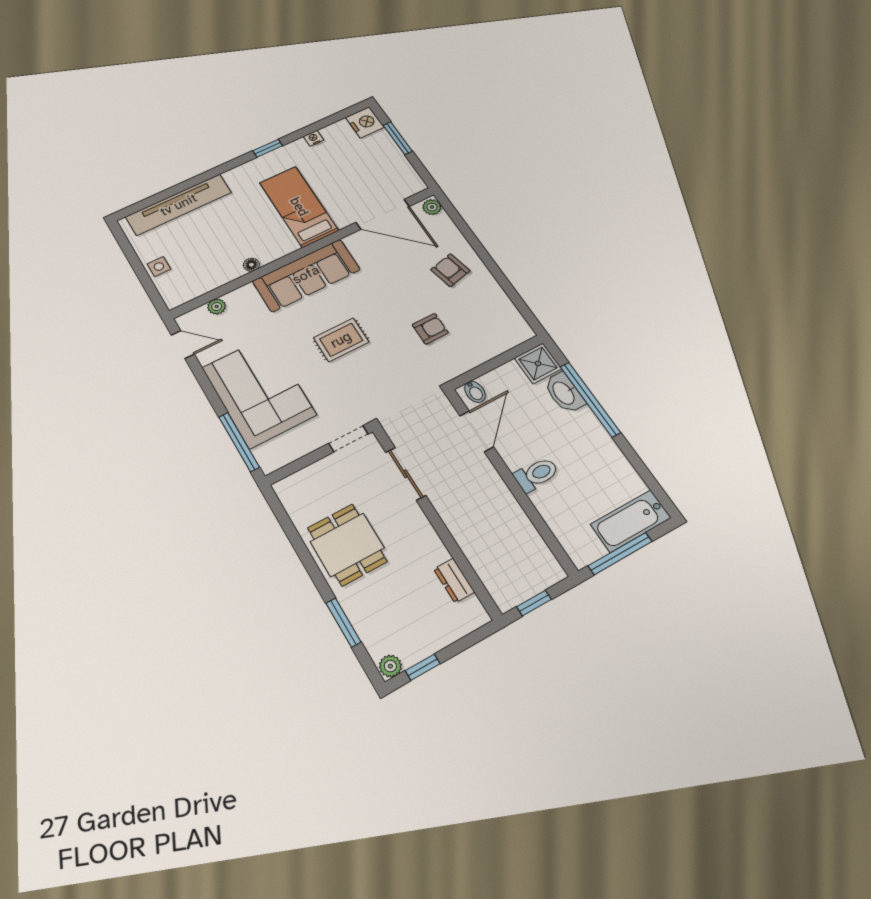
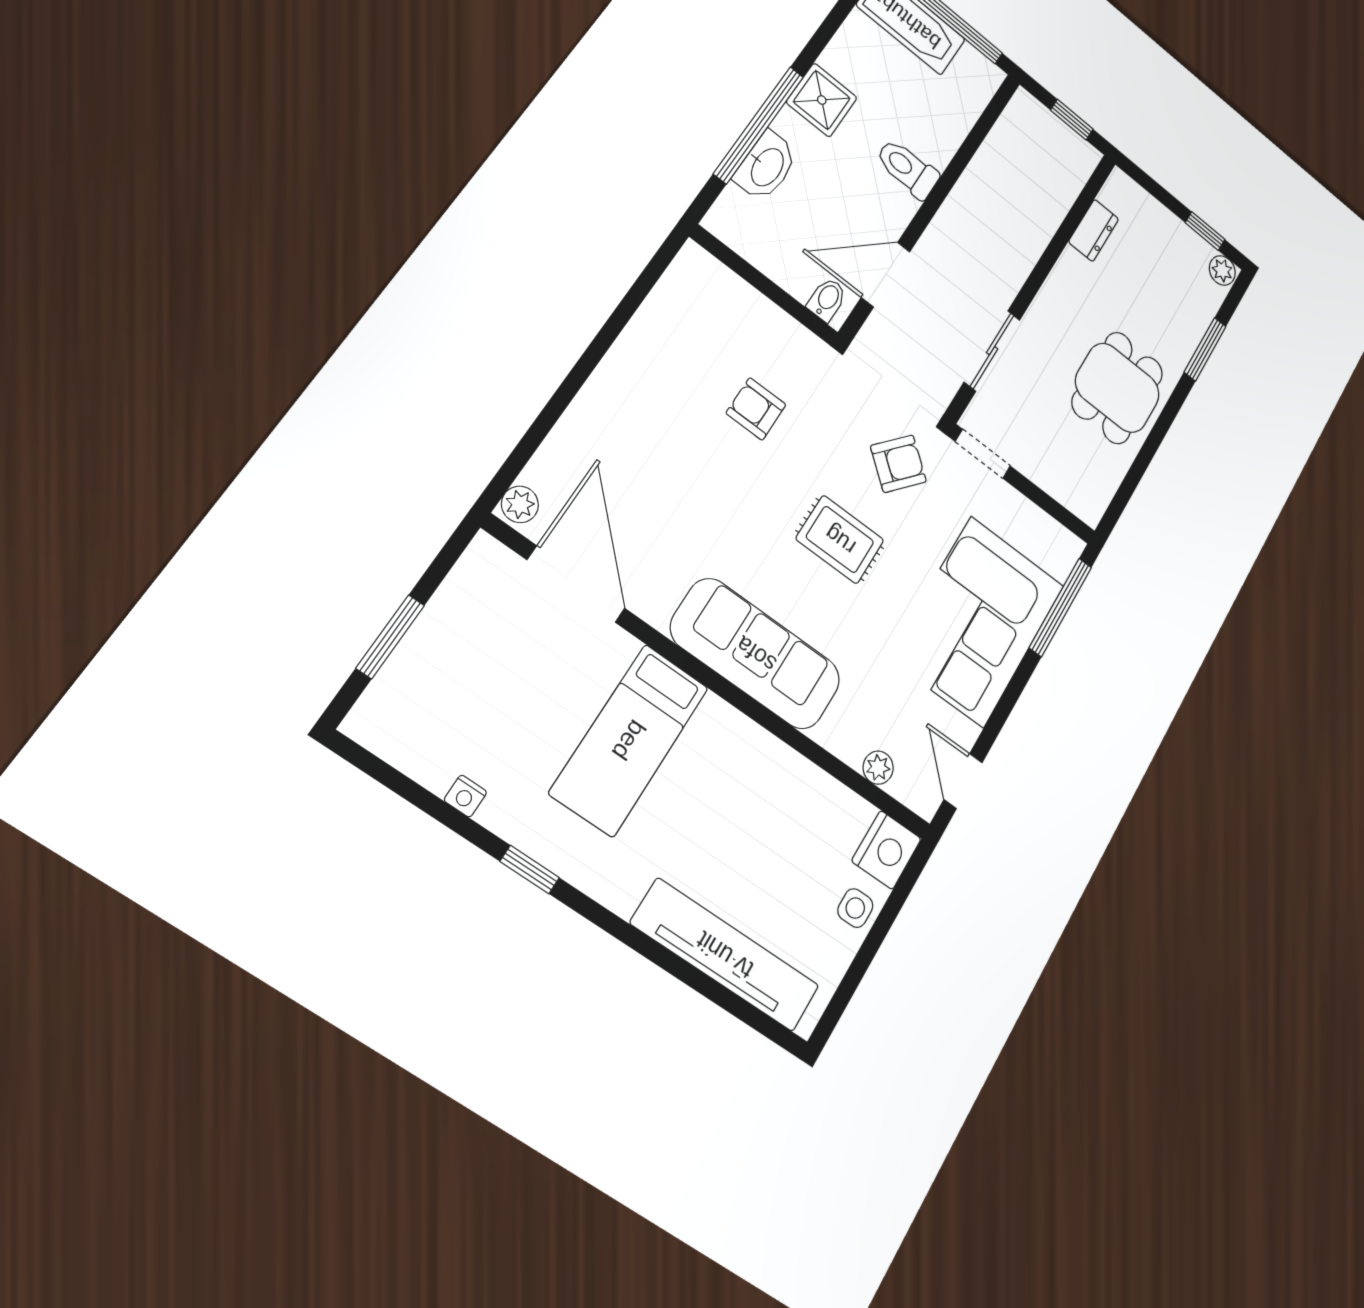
nightstand: (365, 122) -> (886, 850), moved, turned 180
floor lamp: (251, 265) -> (780, 756), removed
armchair: (450, 270) -> (898, 464), moved, turned -127
shower: (538, 363) -> (822, 100), moved

